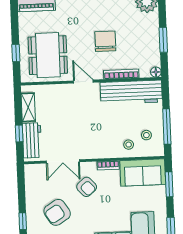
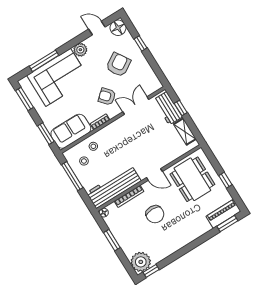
window: (16, 53) -> (225, 180), moved

